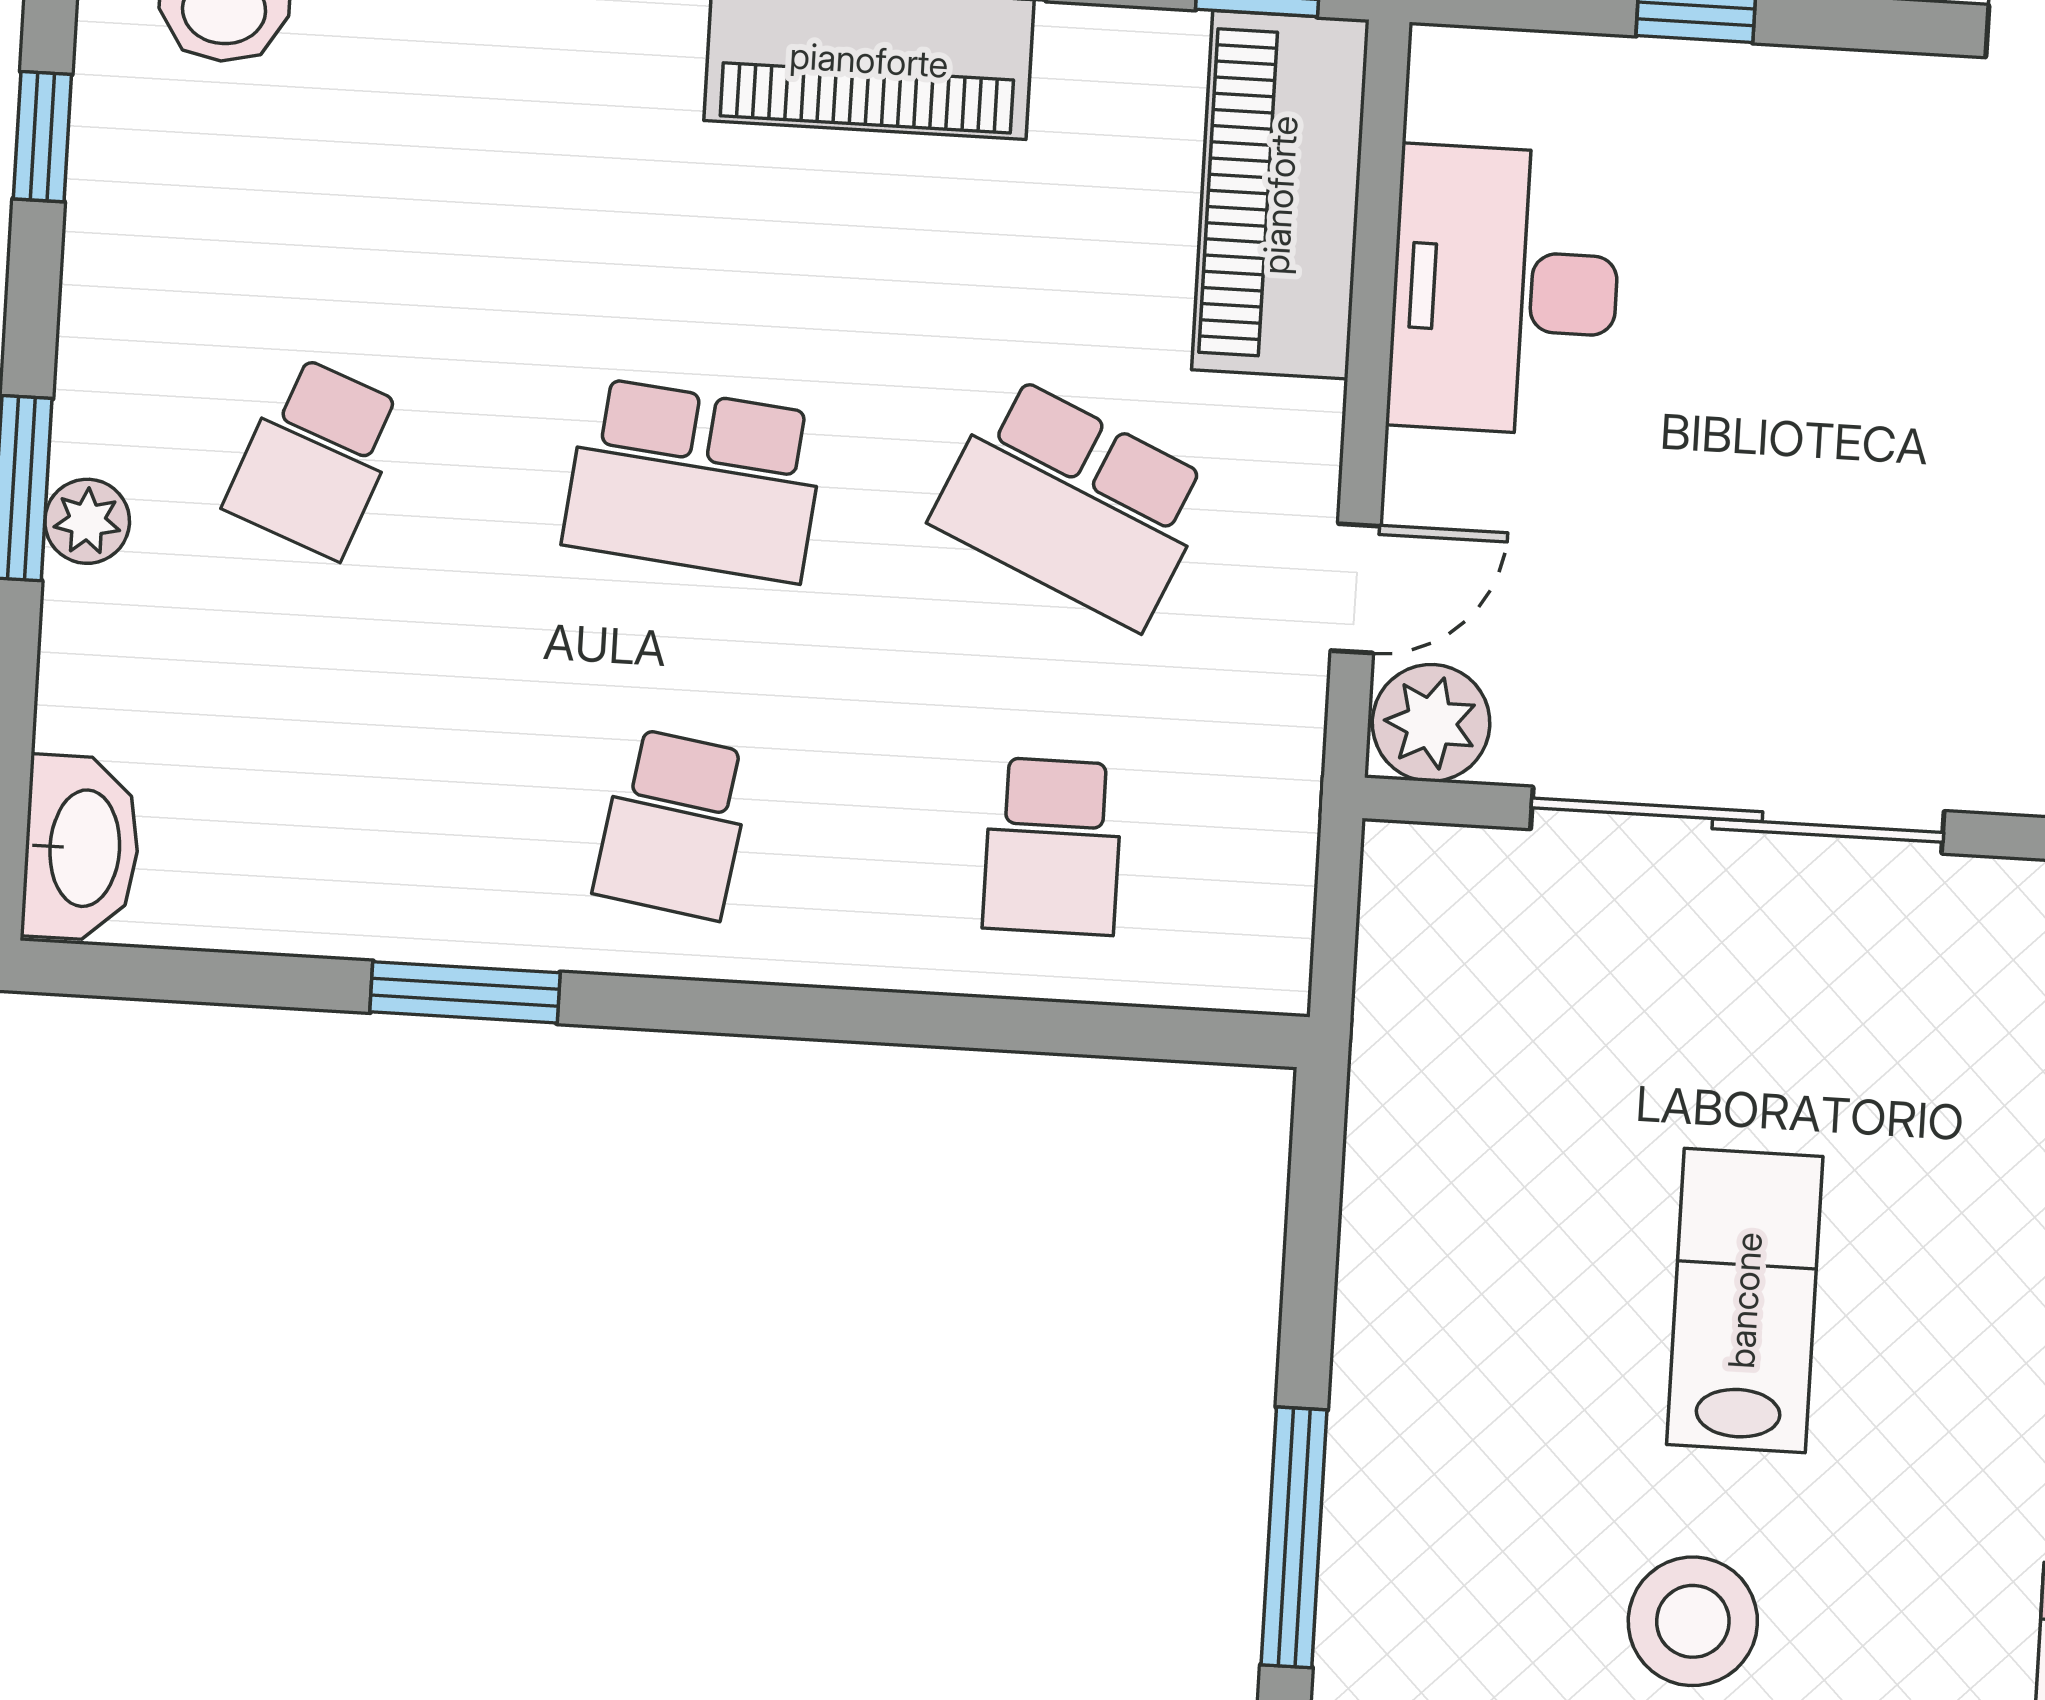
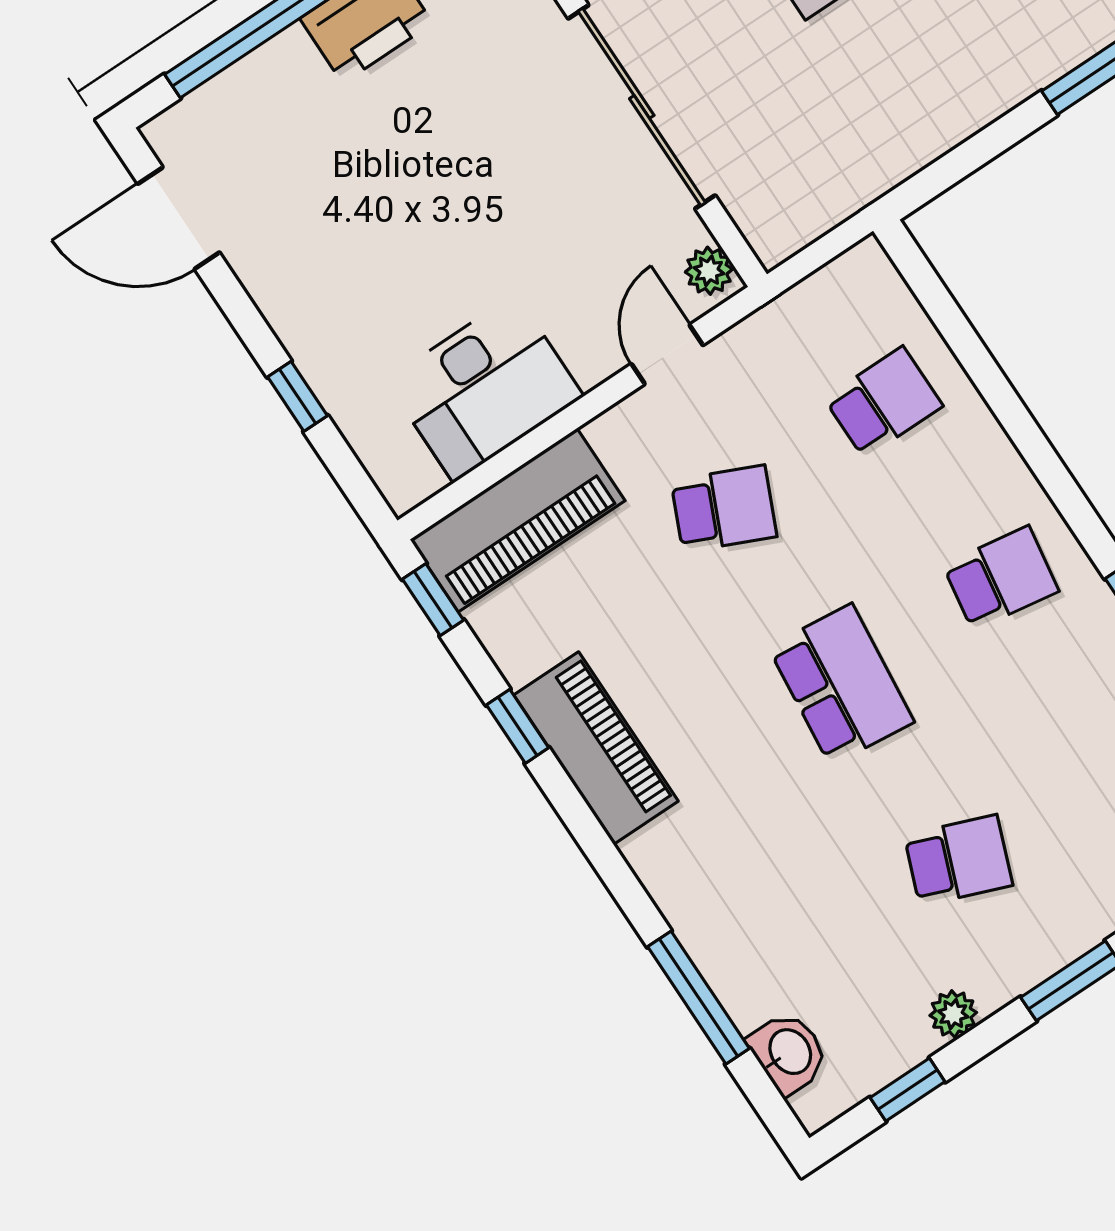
school desk: (1073, 503) -> (724, 509), width x0.54
plant: (87, 521) -> (953, 1014), moved
door: (1356, 588) -> (667, 354), hinge flipped
plant: (1431, 723) -> (709, 271), width x0.73, depth x0.73

